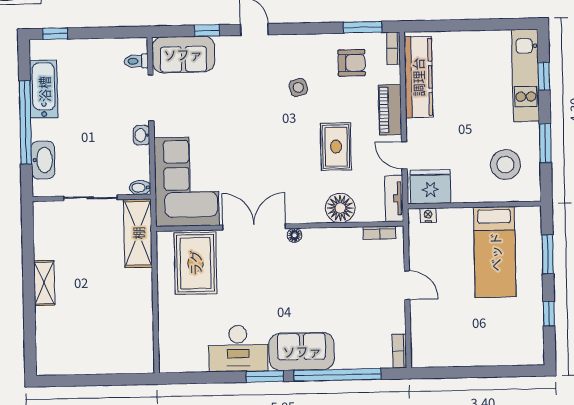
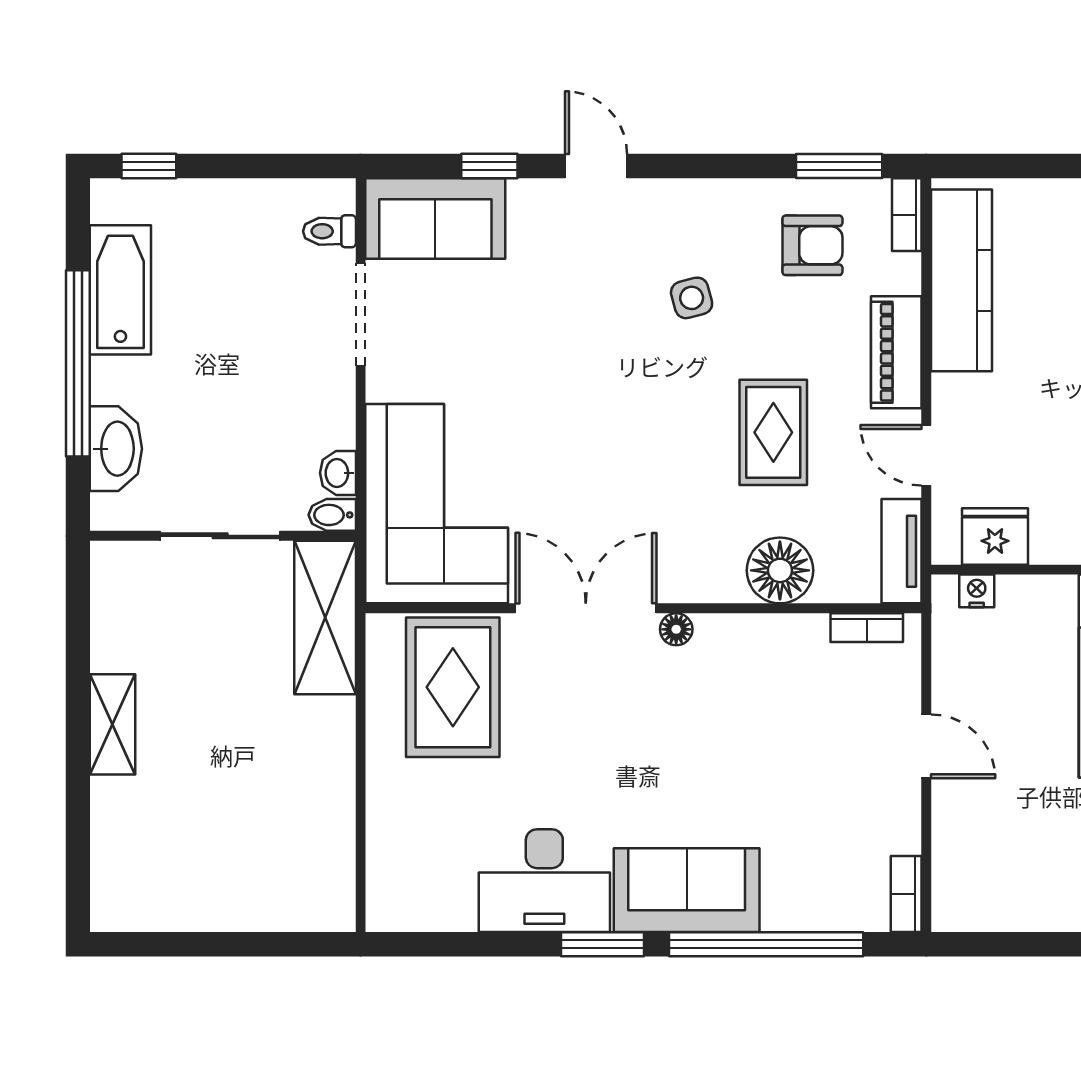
washbasin: (142, 135) -> (338, 473), moved
fridge: (430, 187) -> (995, 536), width x0.73, depth x0.75

